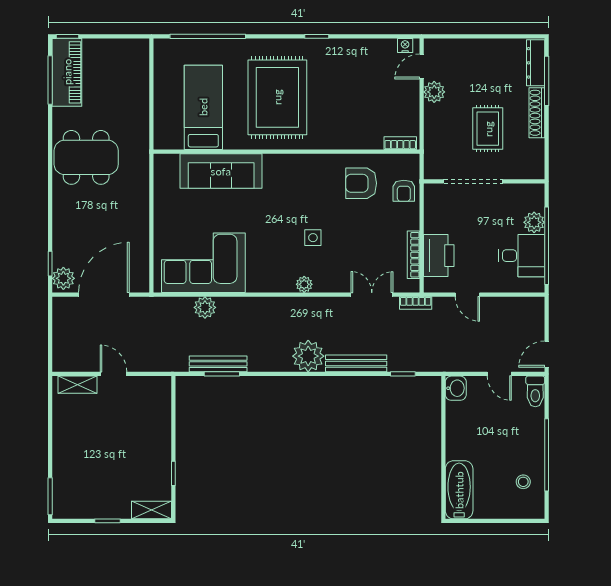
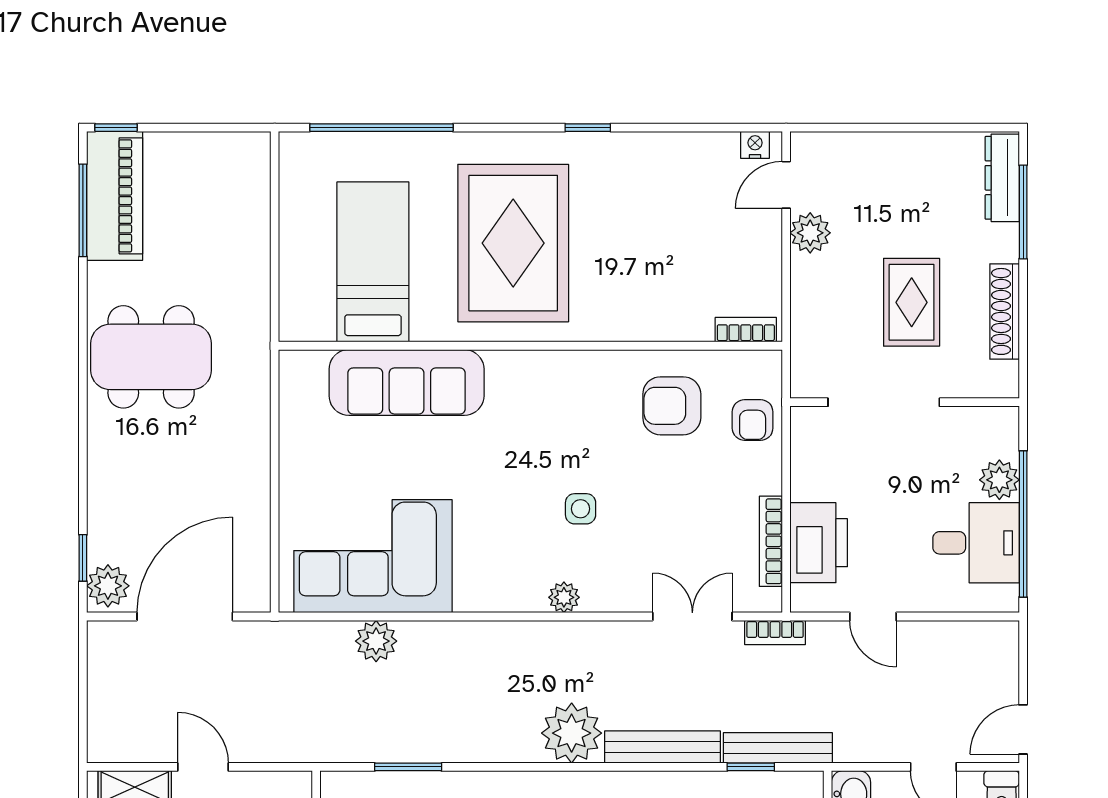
shoe rack: (537, 113) -> (1005, 311), moved
bench: (218, 364) -> (778, 748), moved

